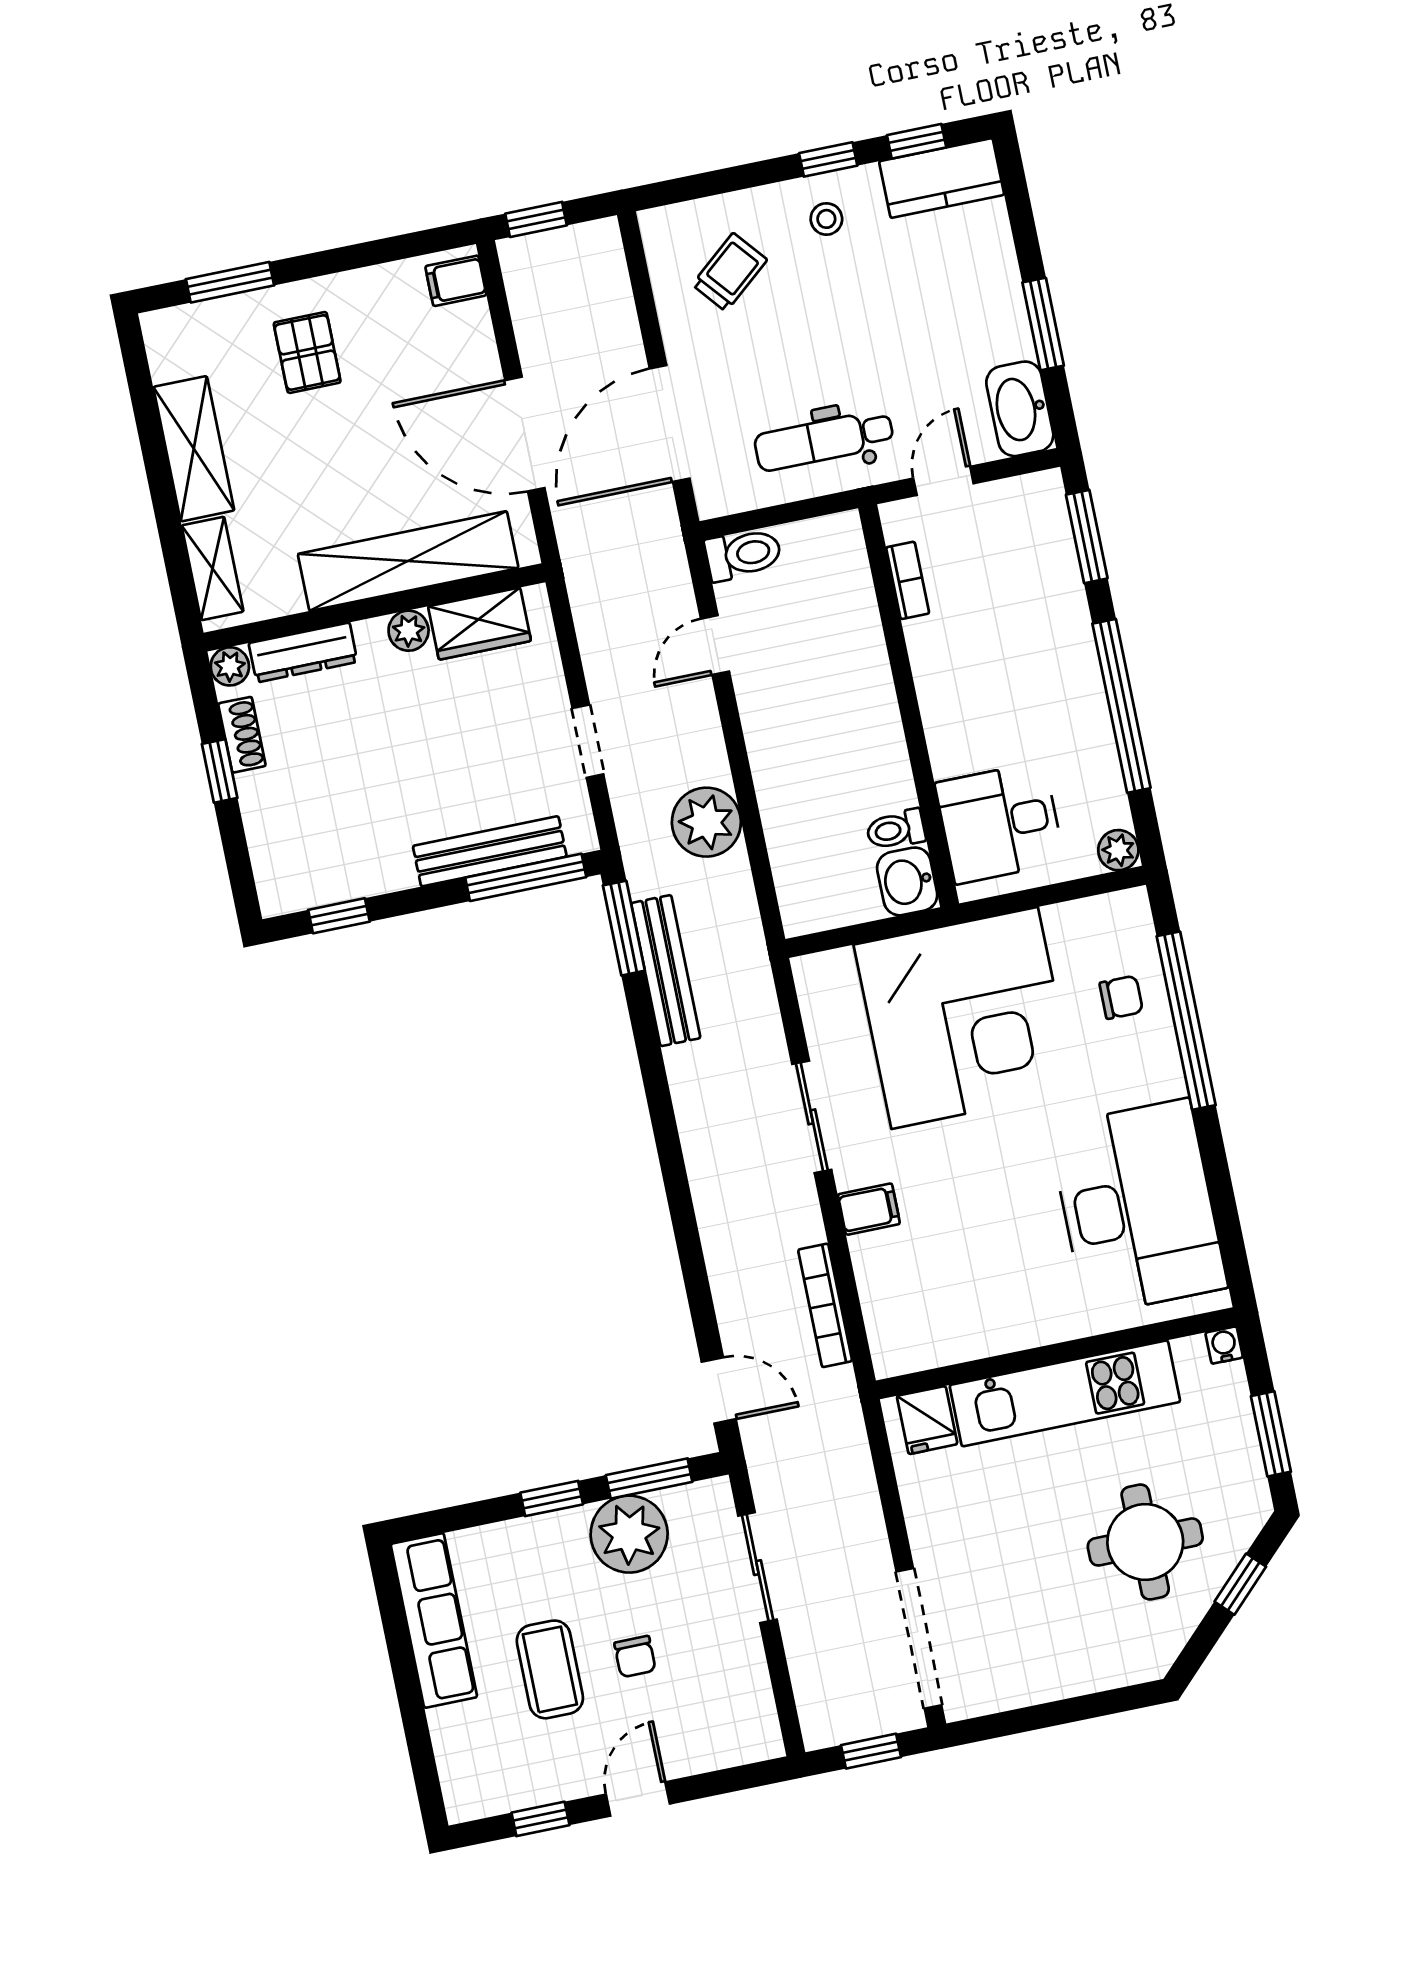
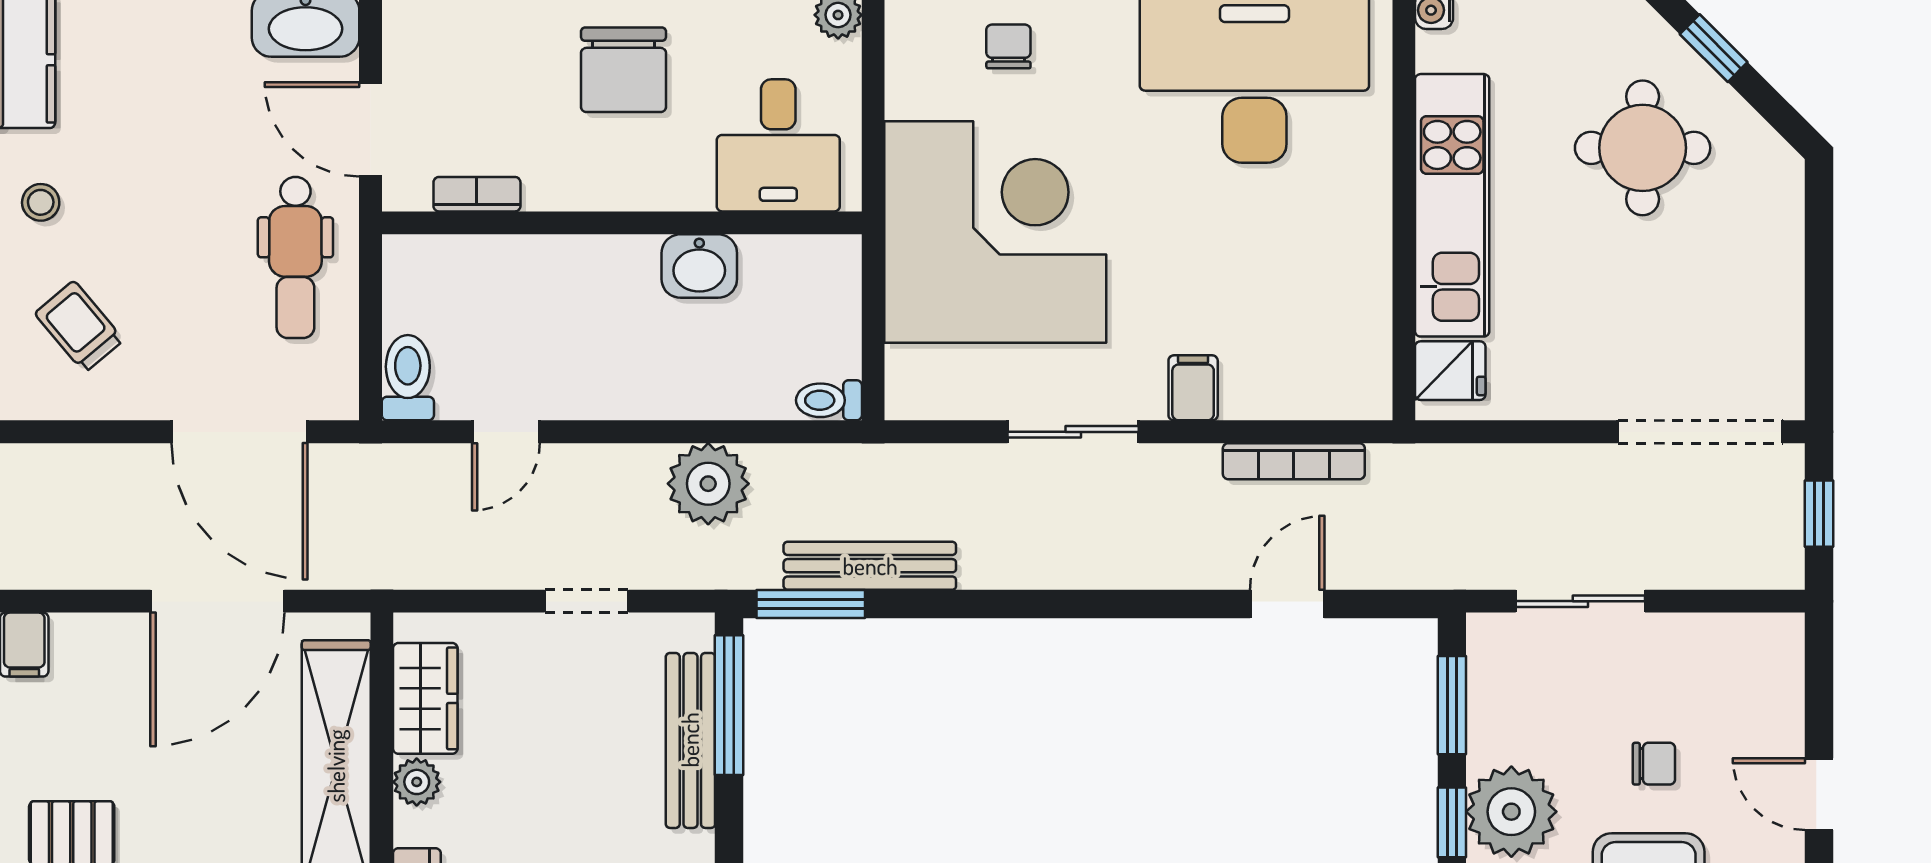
door: (943, 481) -> (371, 129), width x1.37
door: (715, 645) -> (506, 432), hinge flipped
chair: (1036, 681) -> (624, 70), added
toilet: (896, 830) -> (829, 400), moved, turned 90
washbasin: (907, 881) -> (699, 266), moved
door: (719, 1390) -> (1287, 604), moved
plant: (629, 1534) -> (1511, 812), moved

